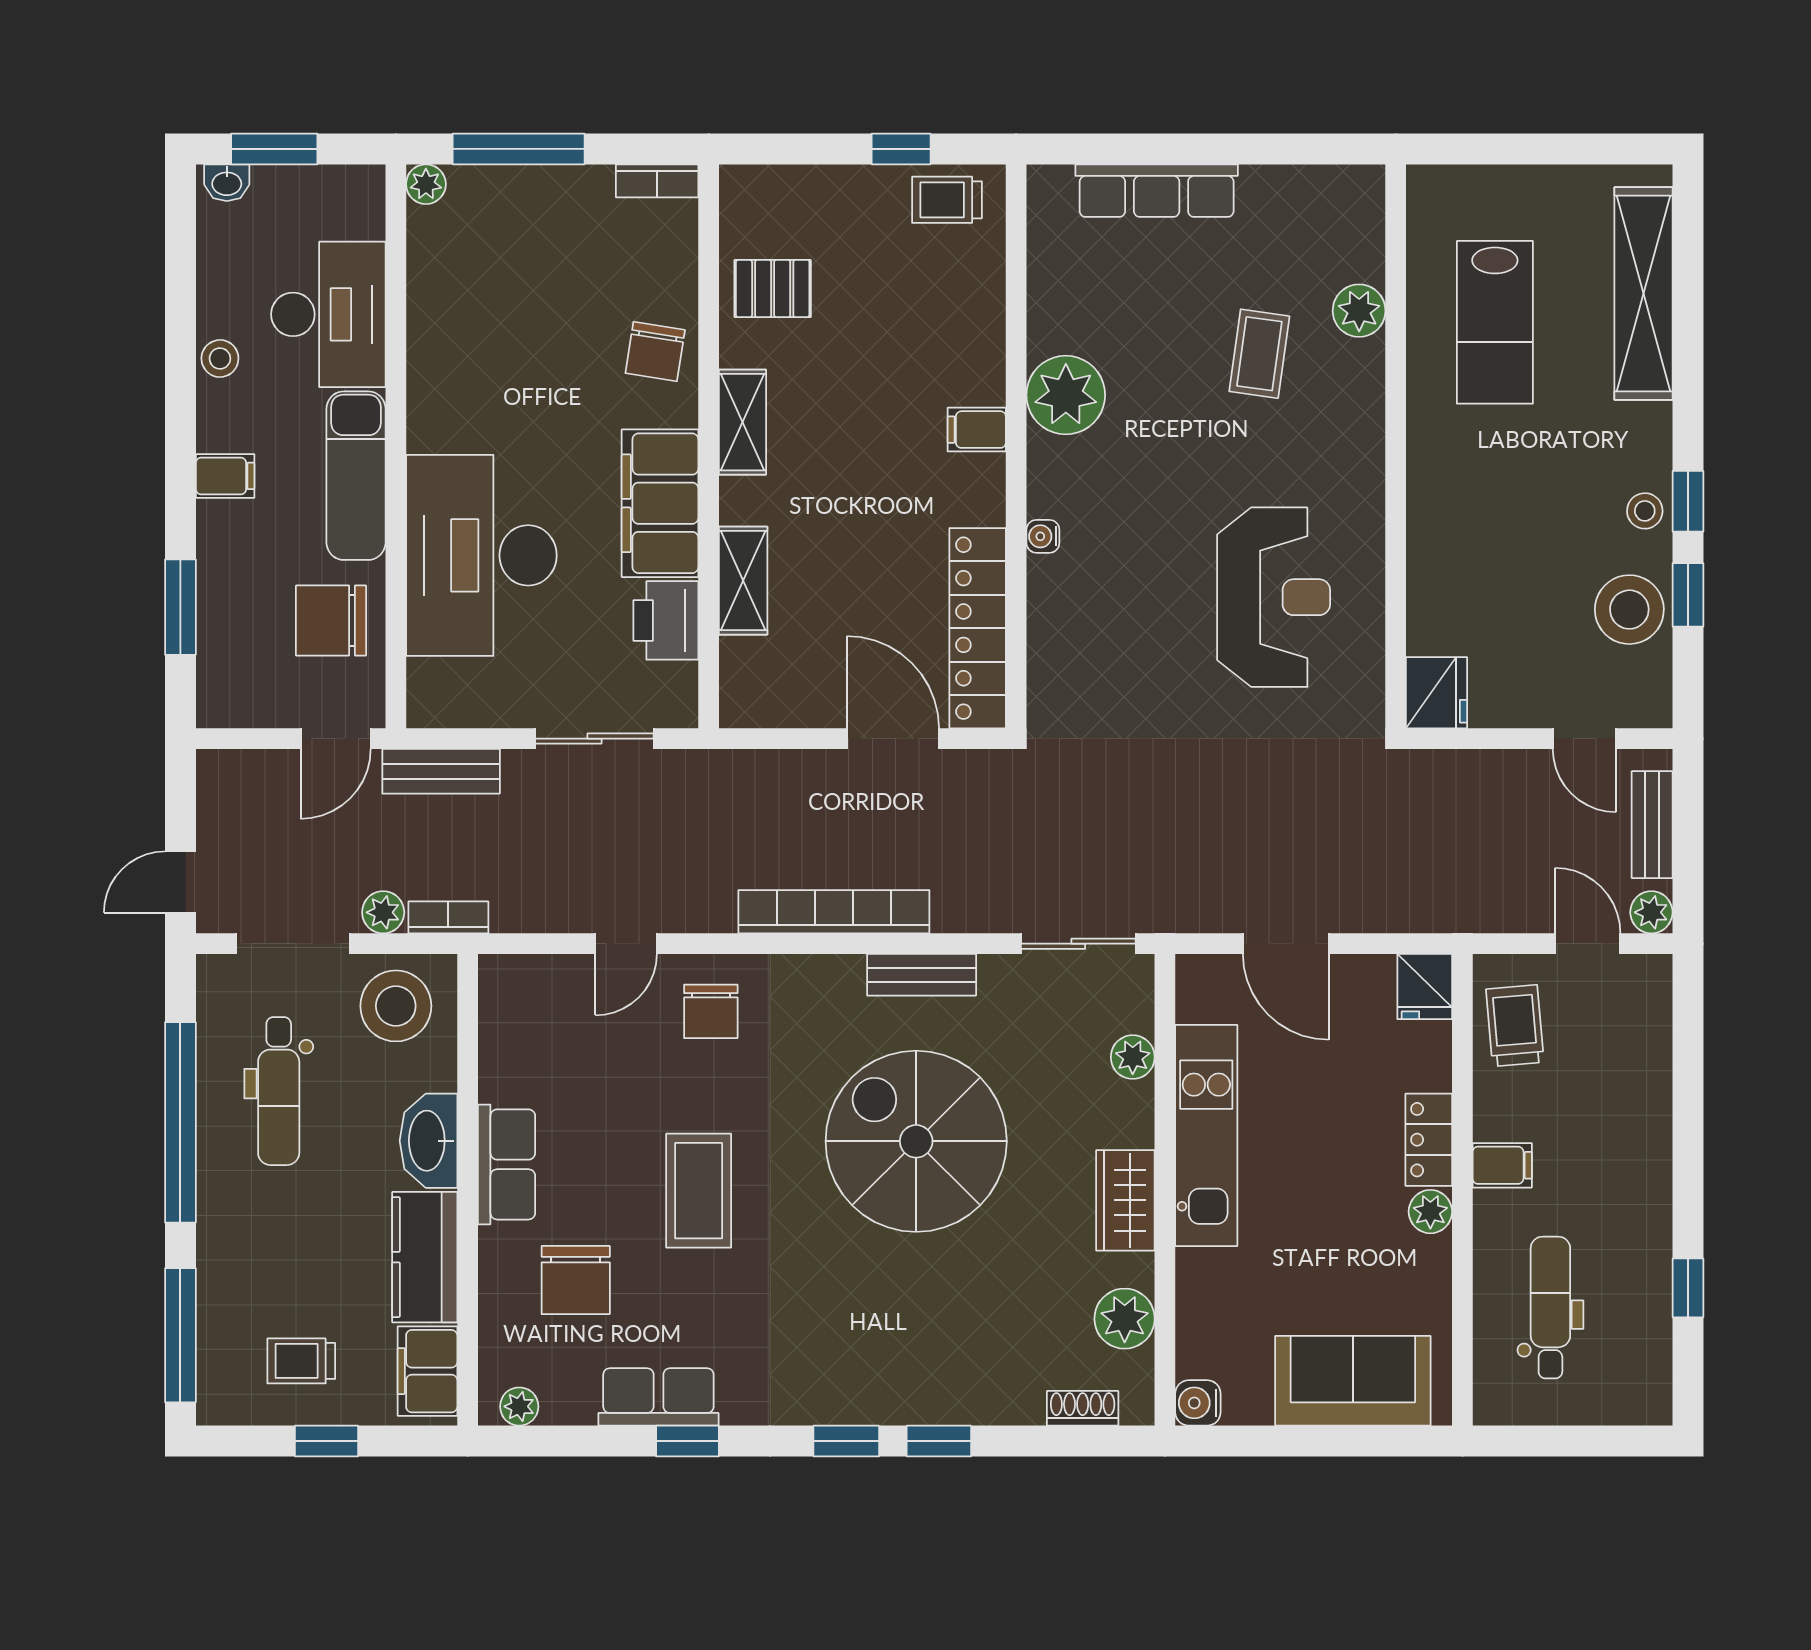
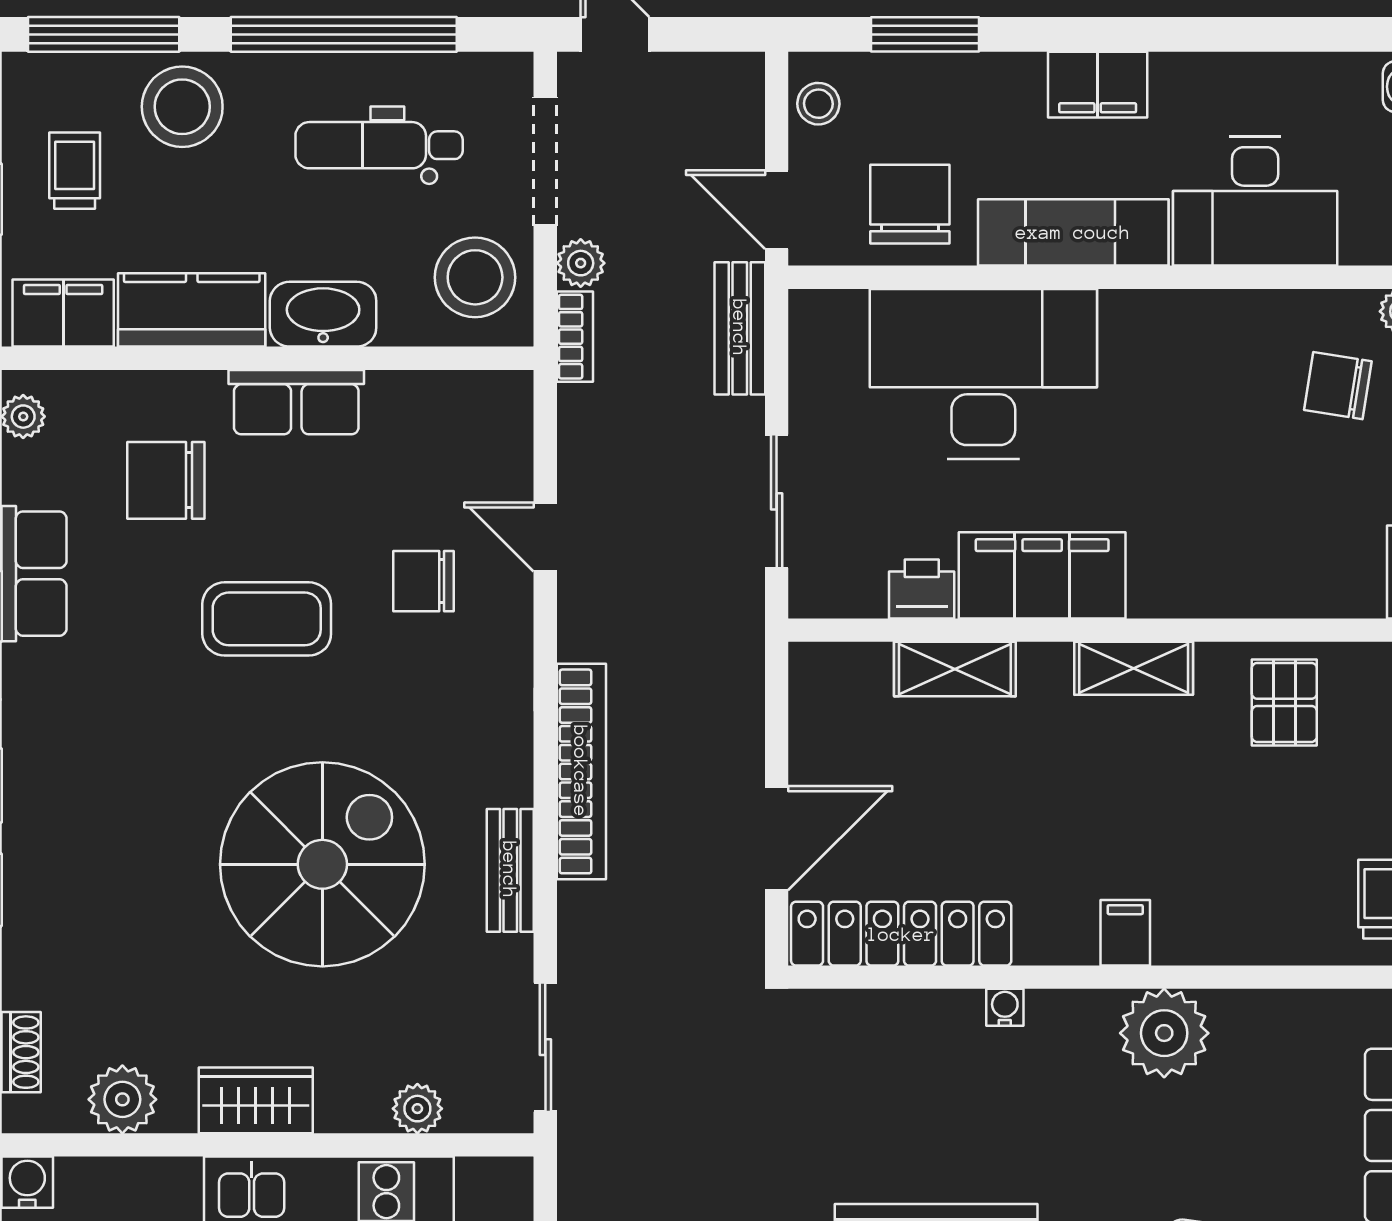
chair: (655, 352) -> (1338, 386), moved
stool: (220, 358) -> (818, 104), moved
filing cabinet: (225, 476) -> (1098, 85), width x2.00
printer: (666, 620) -> (922, 589), width x0.73, depth x0.81
chair: (711, 1011) -> (424, 581), moved
stool: (245, 1266) -> (182, 107), added

